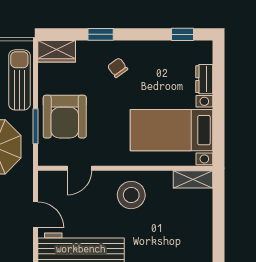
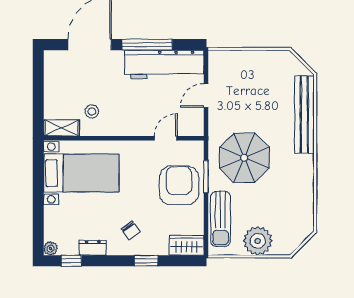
plant: (205, 48) -> (50, 248), added
dresser: (204, 79) -> (93, 248), moved, turned -90
stool: (131, 195) -> (92, 111), moved, width x0.53, depth x0.53
door: (35, 215) -> (206, 95), hinge flipped

